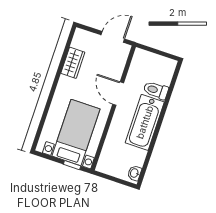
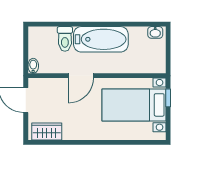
bidet: (141, 54) -> (33, 66), added
wardrobe: (73, 63) -> (47, 132), moved

